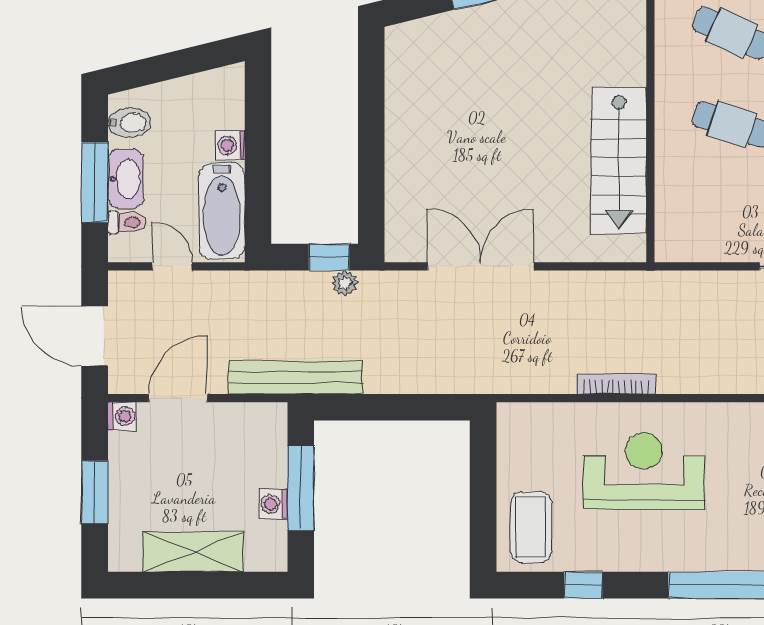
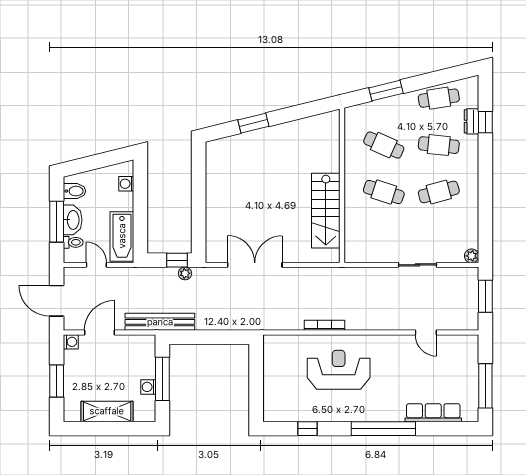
washing machine: (230, 145) -> (126, 184), moved
coffee table: (531, 527) -> (281, 399), removed

